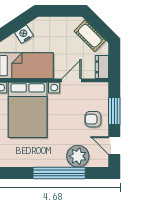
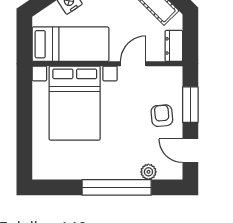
armchair: (93, 119) -> (162, 116), turned 85
plant: (78, 156) -> (148, 172), width x0.53, depth x0.53

